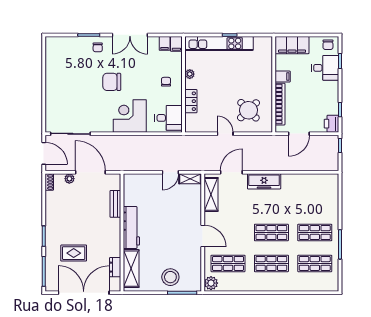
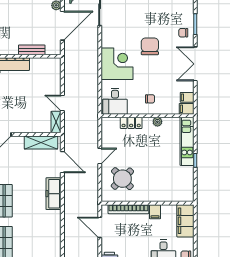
kitchen unit: (219, 43) -> (187, 141), width x0.73

